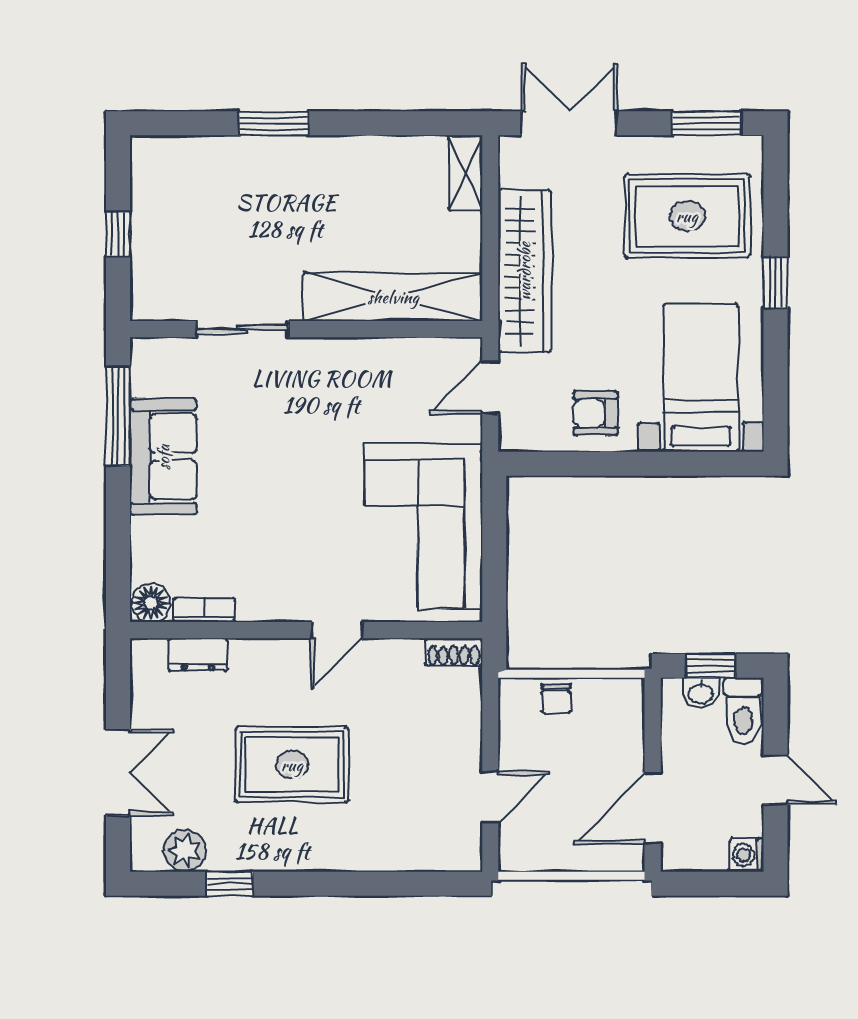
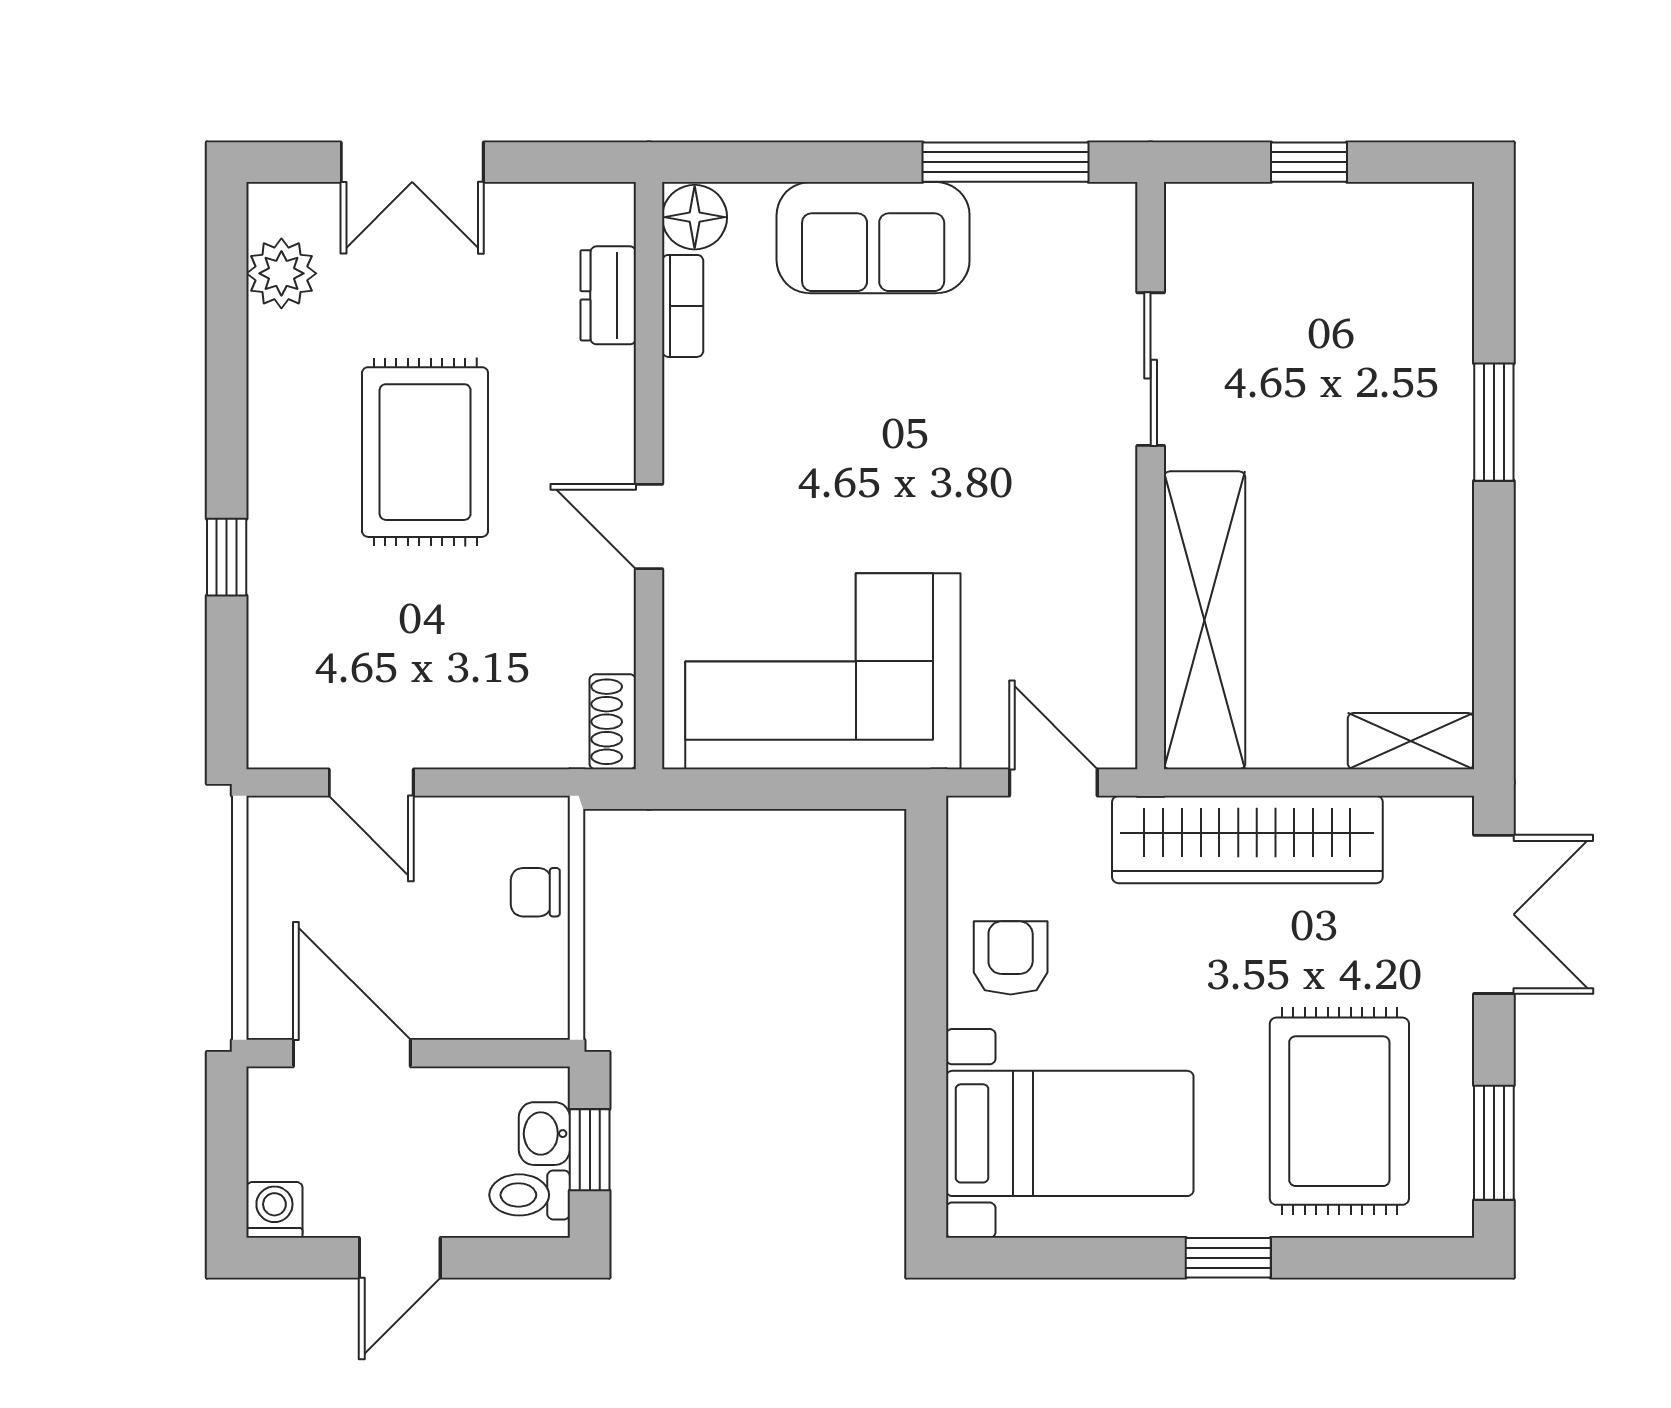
sofa: (163, 457) -> (873, 238), moved
toilet: (743, 711) -> (530, 1195), width x0.73, depth x0.72
window: (230, 884) -> (227, 557), moved

